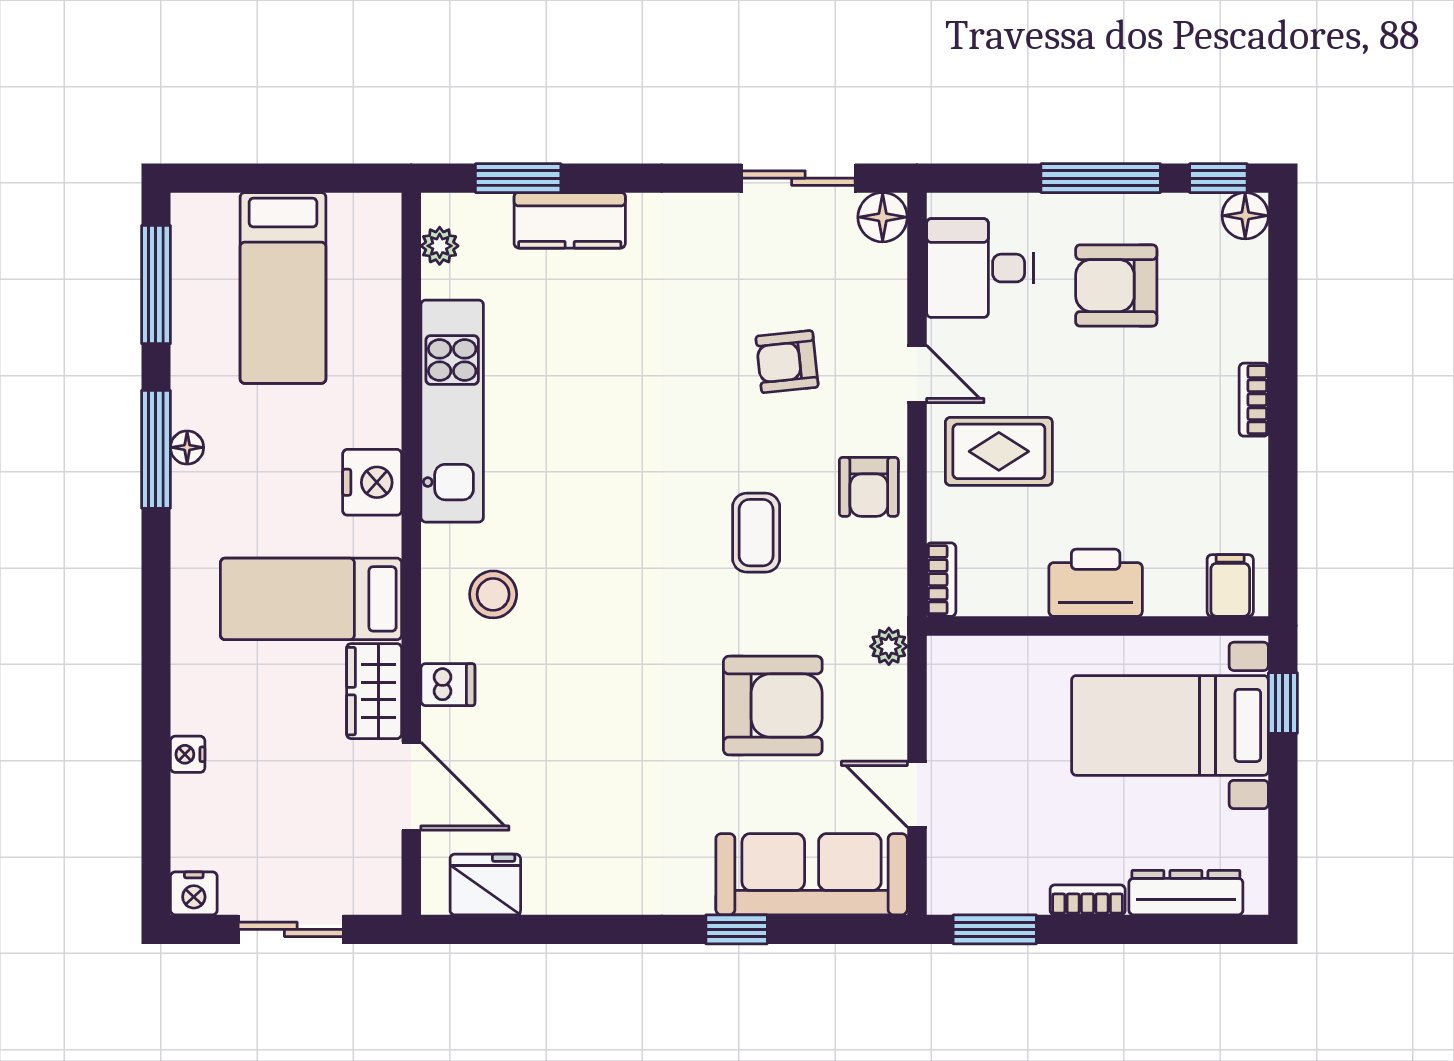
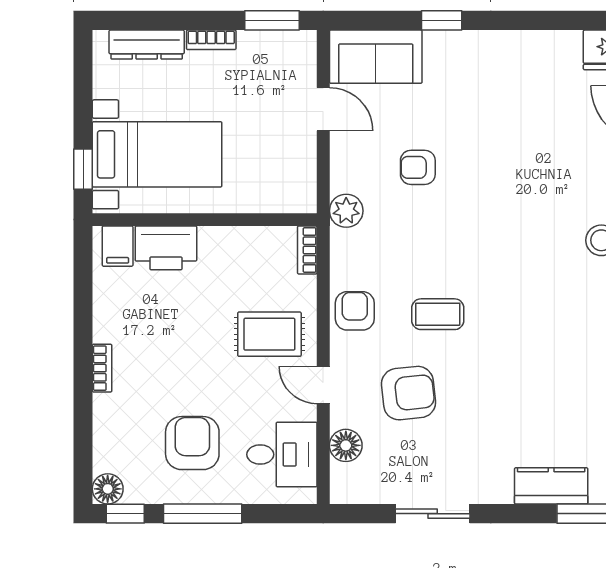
sliding door: (798, 178) -> (433, 514), moved
floor lamp: (883, 217) -> (346, 445), moved
armchair: (1116, 286) -> (192, 443), turned -90
armchair: (787, 362) -> (408, 393), width x1.38, depth x1.38
coffee table: (756, 533) -> (438, 314), moved, turned 90
printer: (1096, 583) -> (166, 248), moved
plant: (889, 646) -> (346, 211), width x1.38, depth x1.38
armchair: (773, 706) -> (418, 167), width x0.53, depth x0.53
sofa: (812, 874) -> (376, 57), width x0.73

